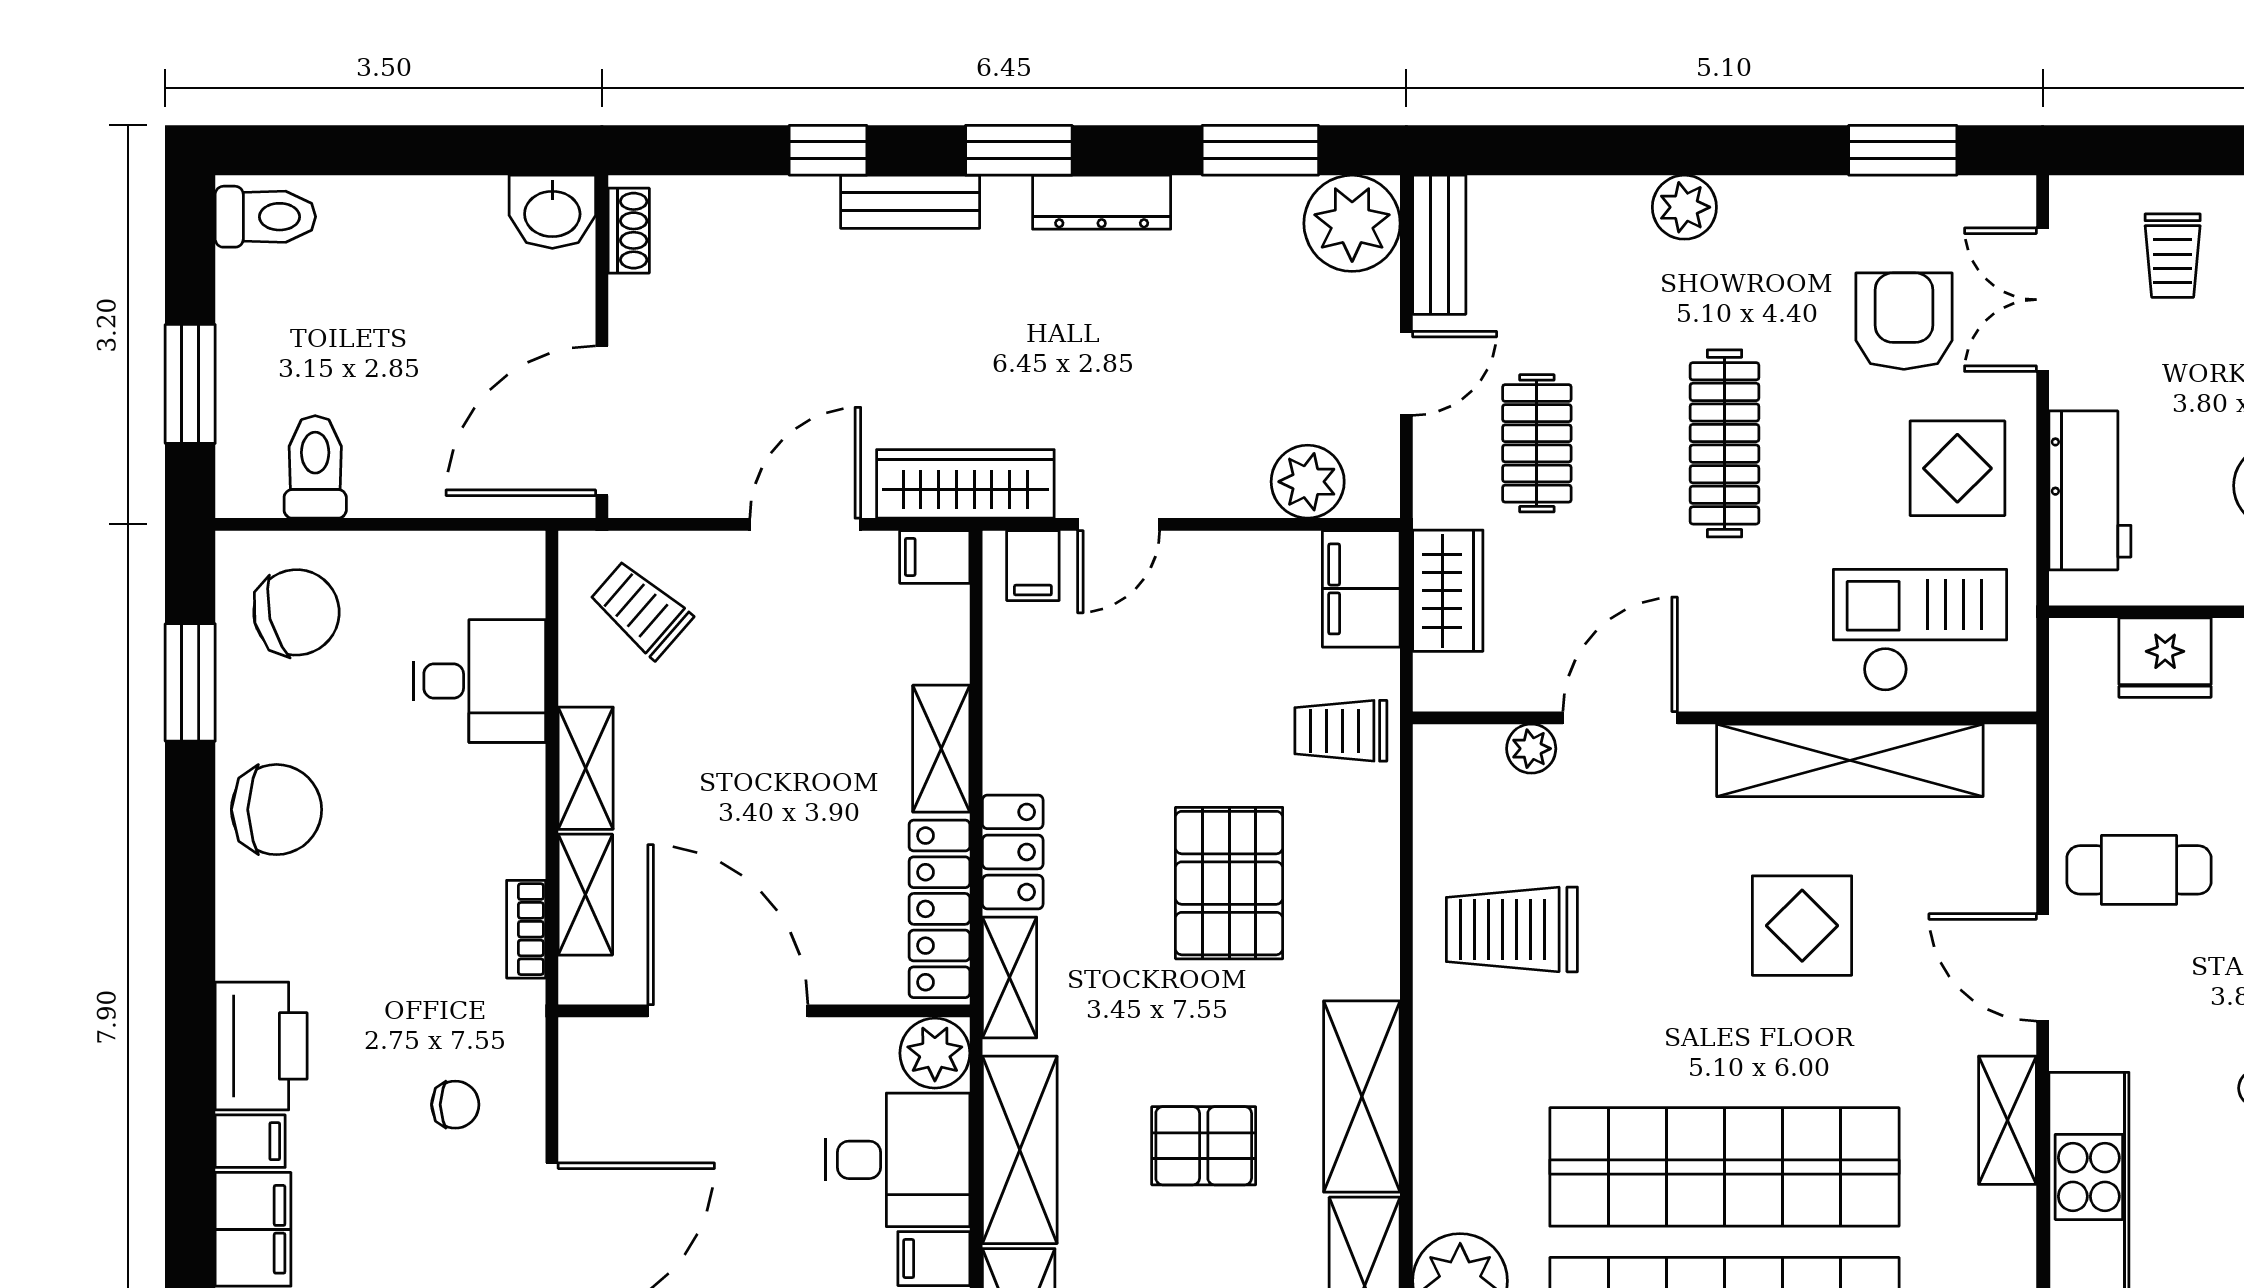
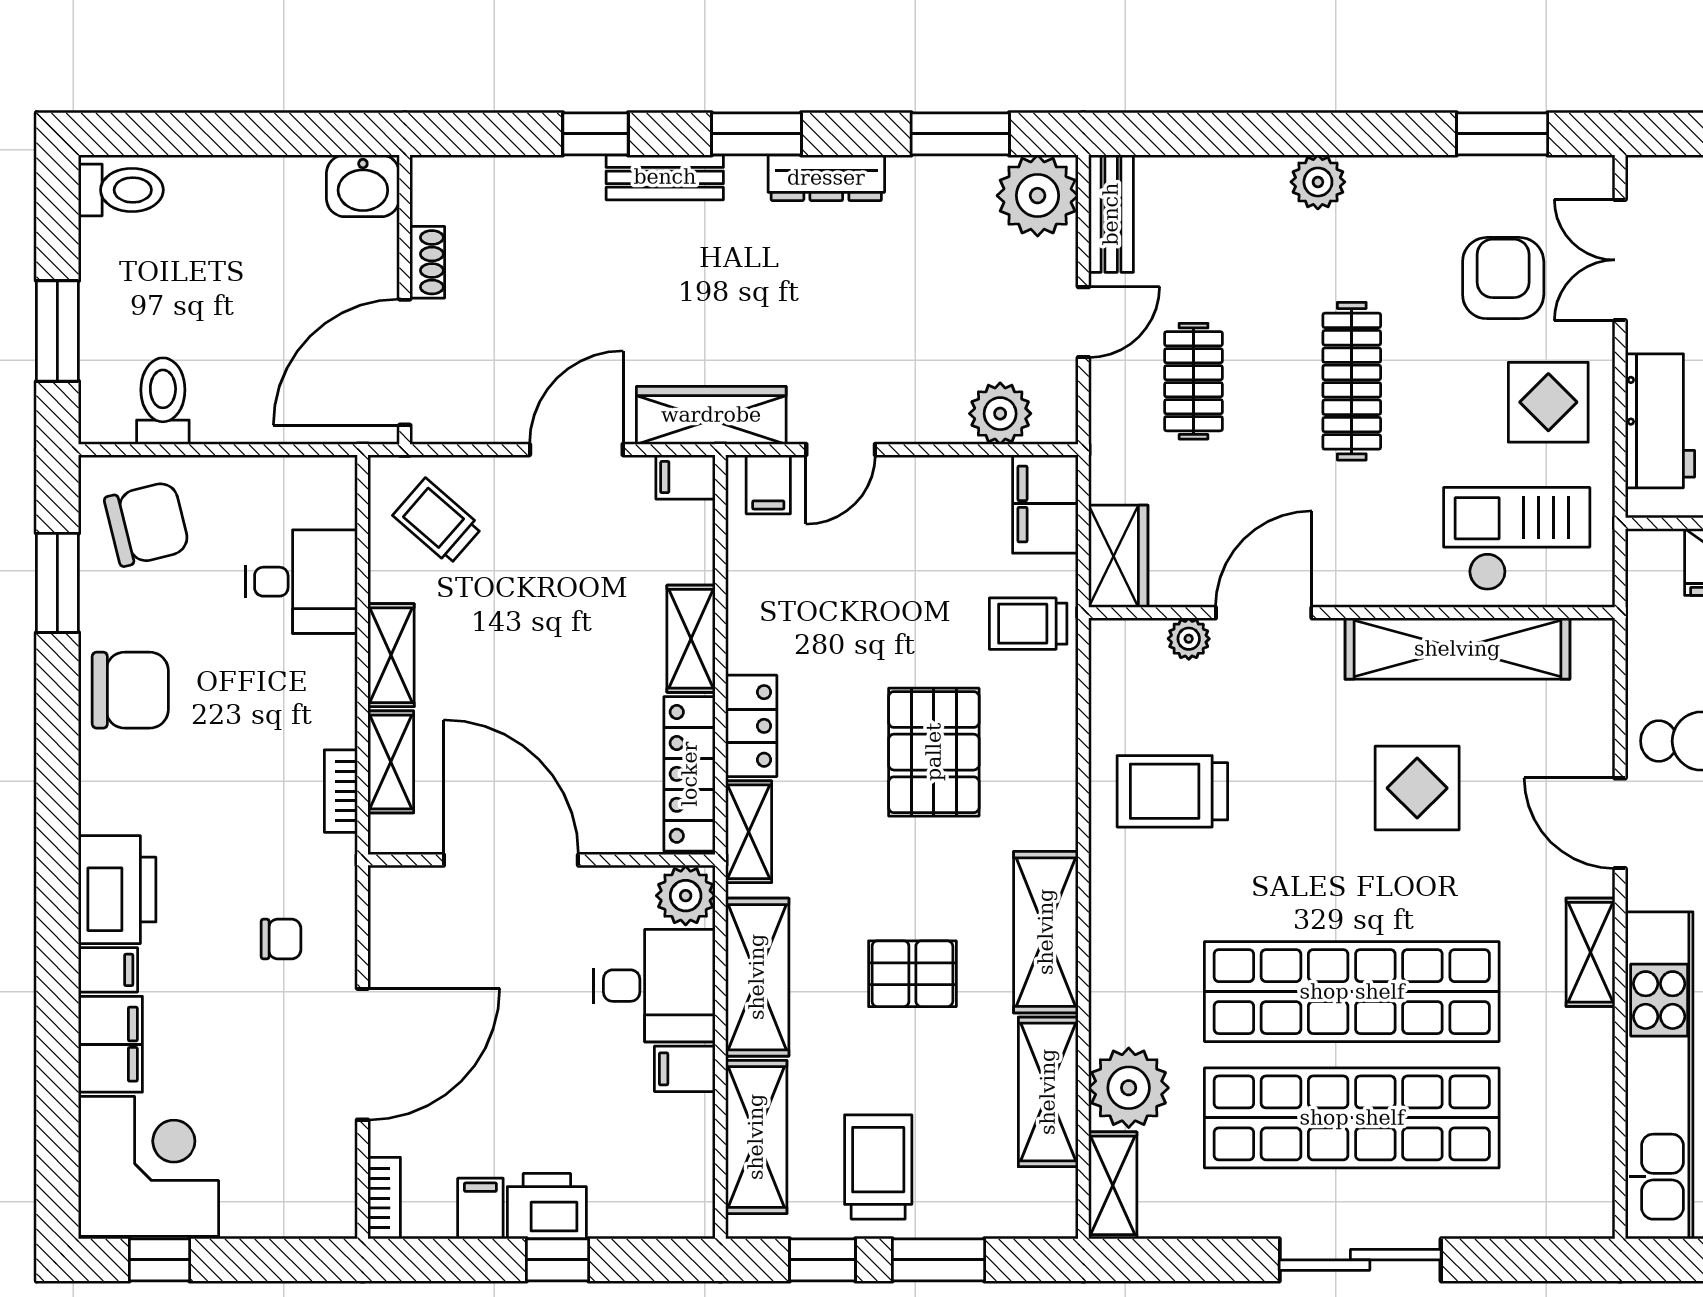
shoe rack: (629, 231) -> (427, 262), moved
wardrobe: (1448, 591) -> (1118, 556), moved

